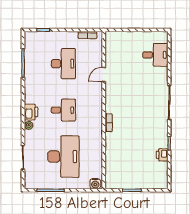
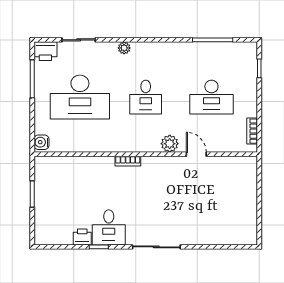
desk: (155, 55) -> (109, 227), moved
plant: (96, 93) -> (170, 144), added
printer: (31, 112) -> (45, 51), moved

